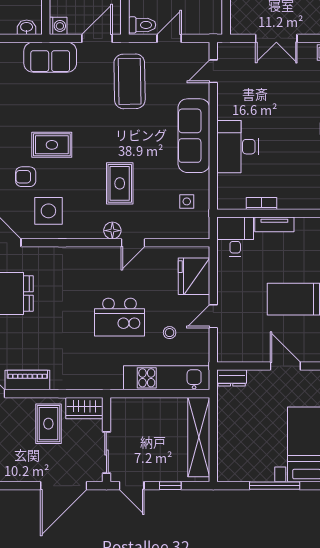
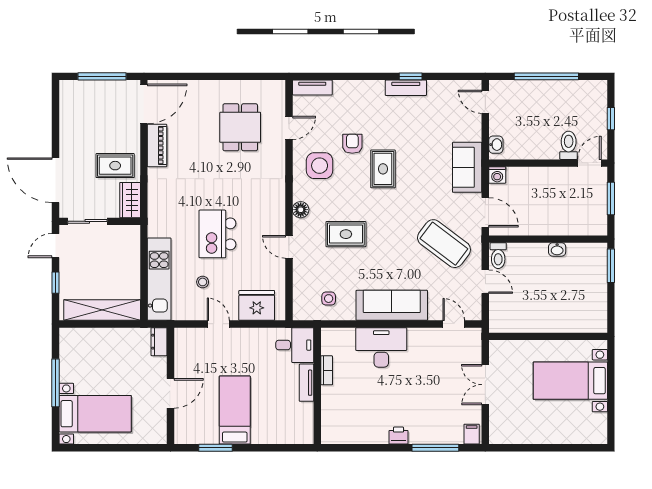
coffee table: (130, 81) -> (444, 244), turned 38
floor lamp: (112, 231) -> (301, 210), moved

